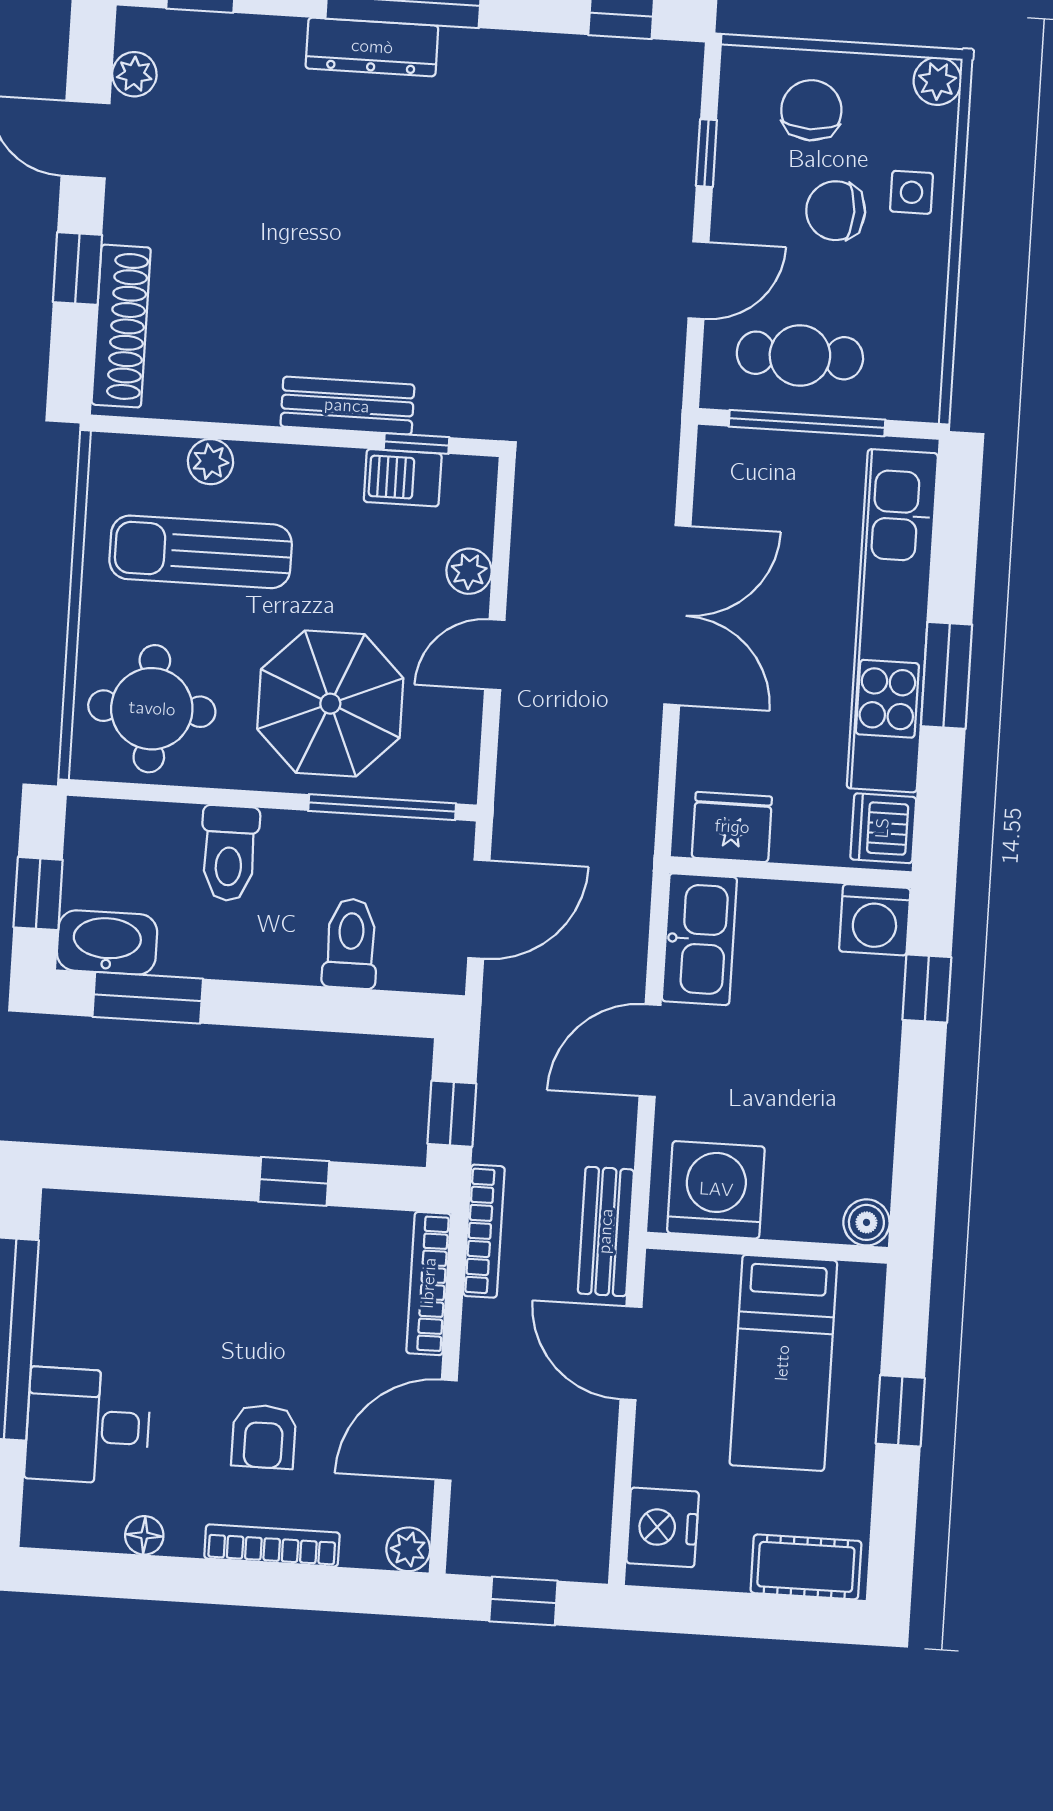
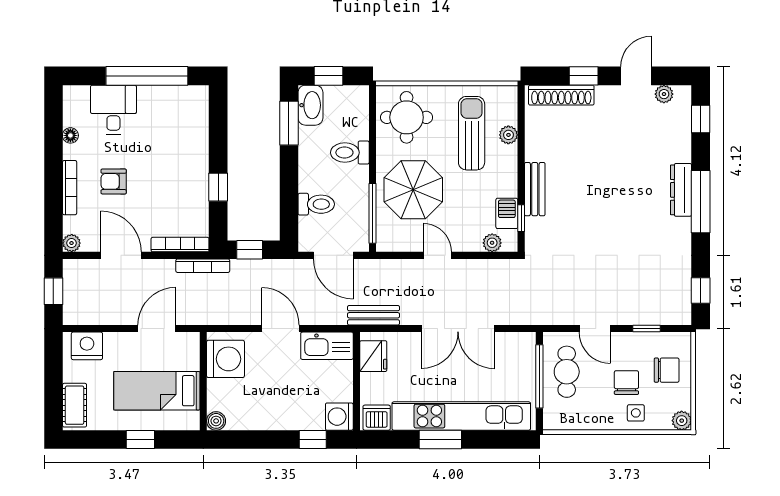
plant: (469, 571) -> (492, 243), moved
bench: (606, 1231) -> (374, 315), moved

